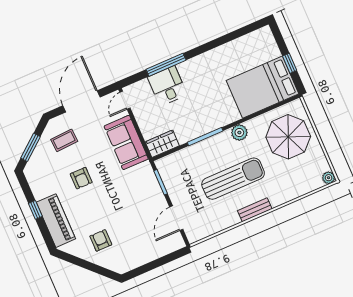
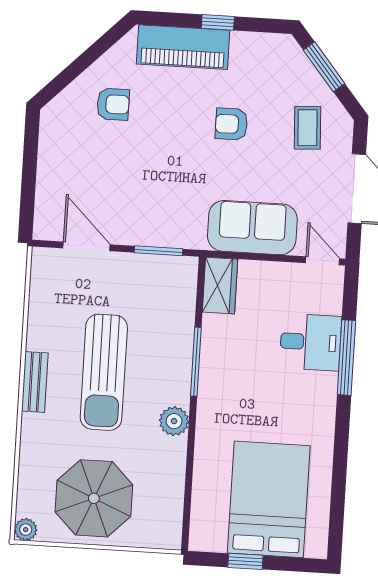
bed: (263, 87) -> (269, 499), moved
parasol: (288, 137) -> (94, 498), moved

